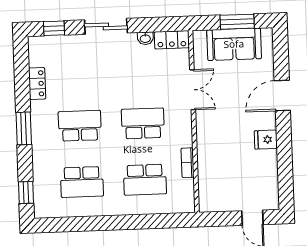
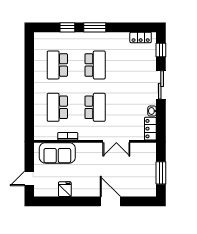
sofa: (234, 44) -> (57, 153), moved, turned -90
locker: (37, 83) -> (141, 37), moved
fridge: (266, 140) -> (65, 189), moved
window: (26, 192) -> (67, 27), moved

